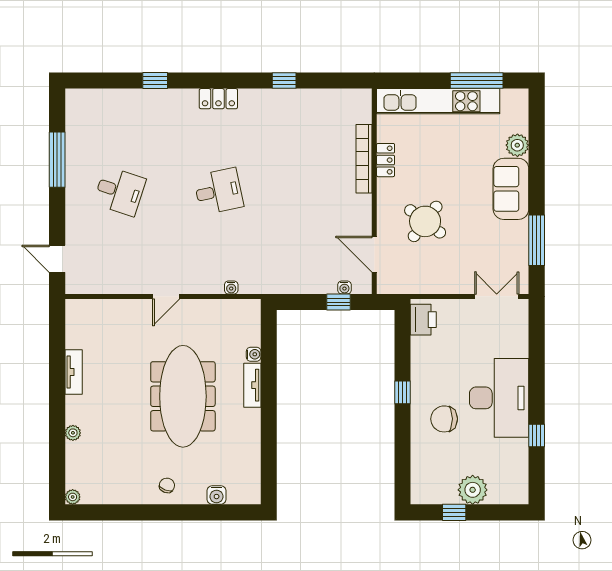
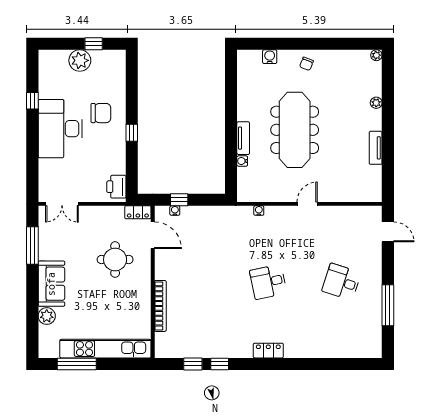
window: (155, 81) -> (193, 364), moved
locker: (386, 160) -> (138, 212), moved, turned -90
round table: (425, 221) -> (115, 260), turned -37

